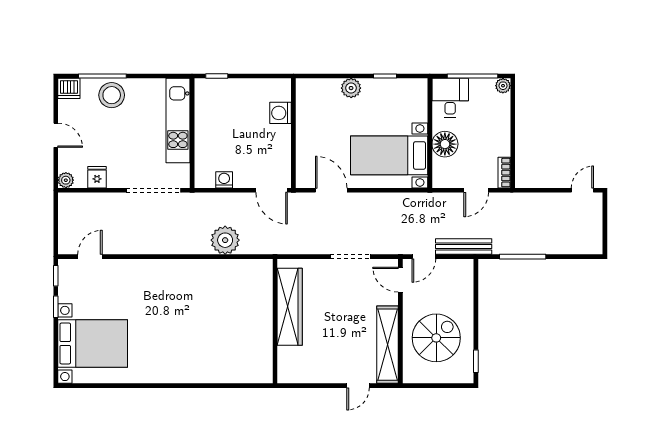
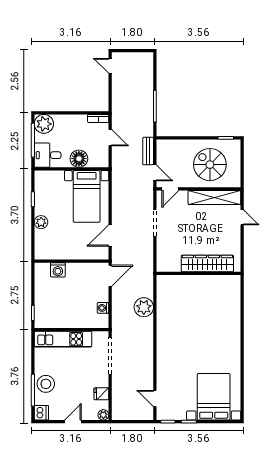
plant: (503, 86) -> (44, 124), width x1.88, depth x1.88
bench: (464, 246) -> (148, 151), width x0.73
wardrobe: (290, 307) -> (207, 264), moved

